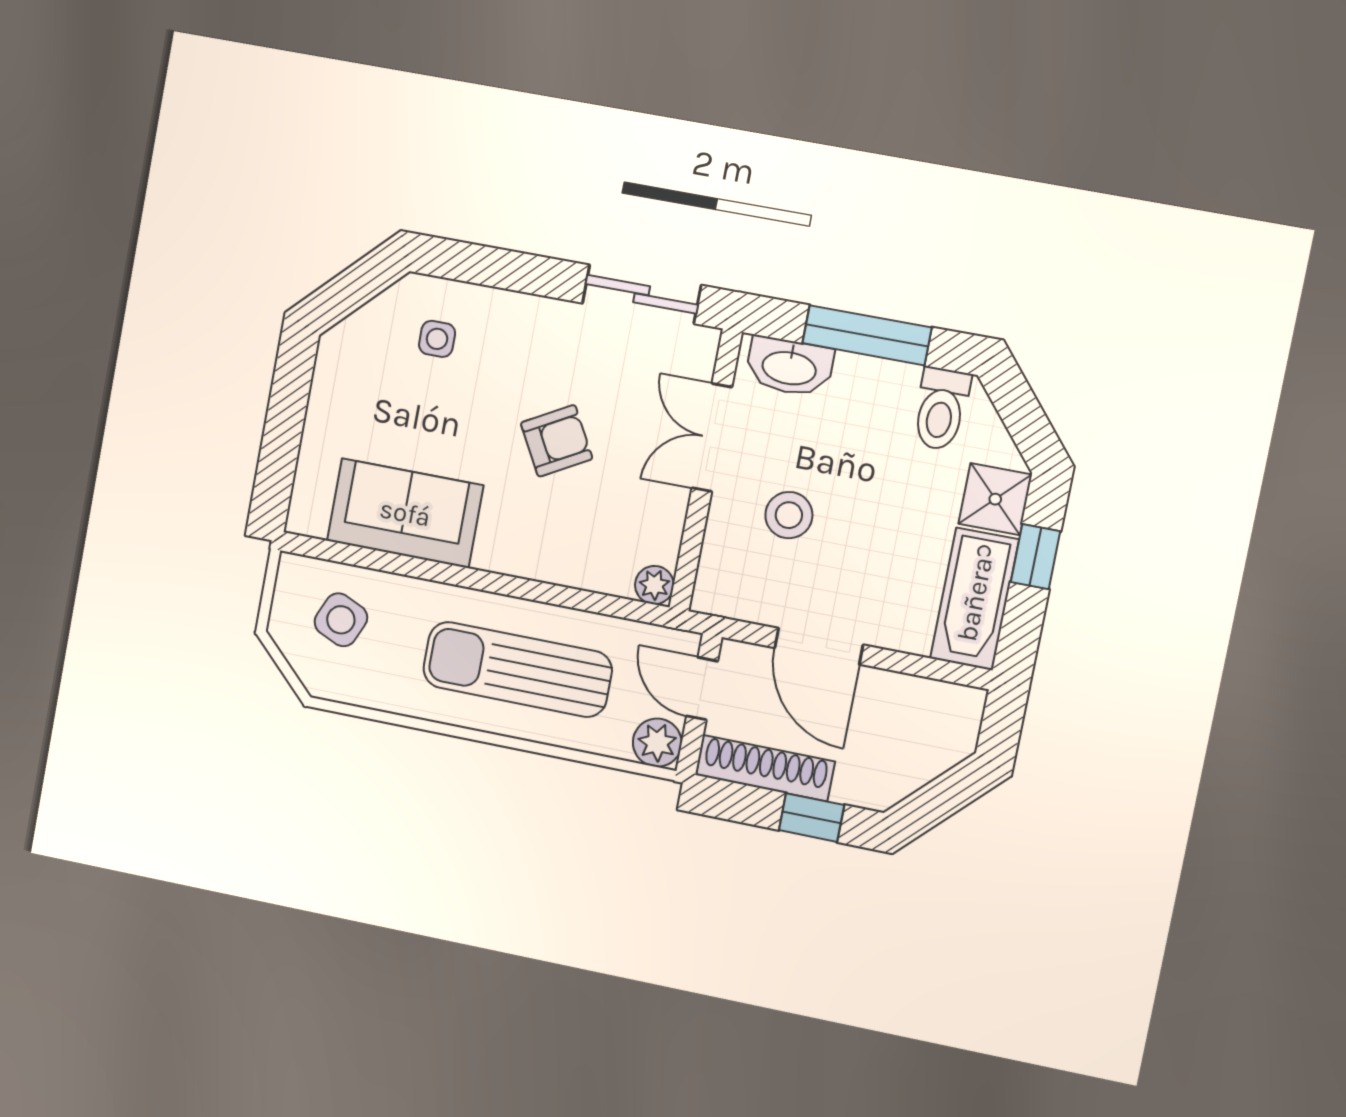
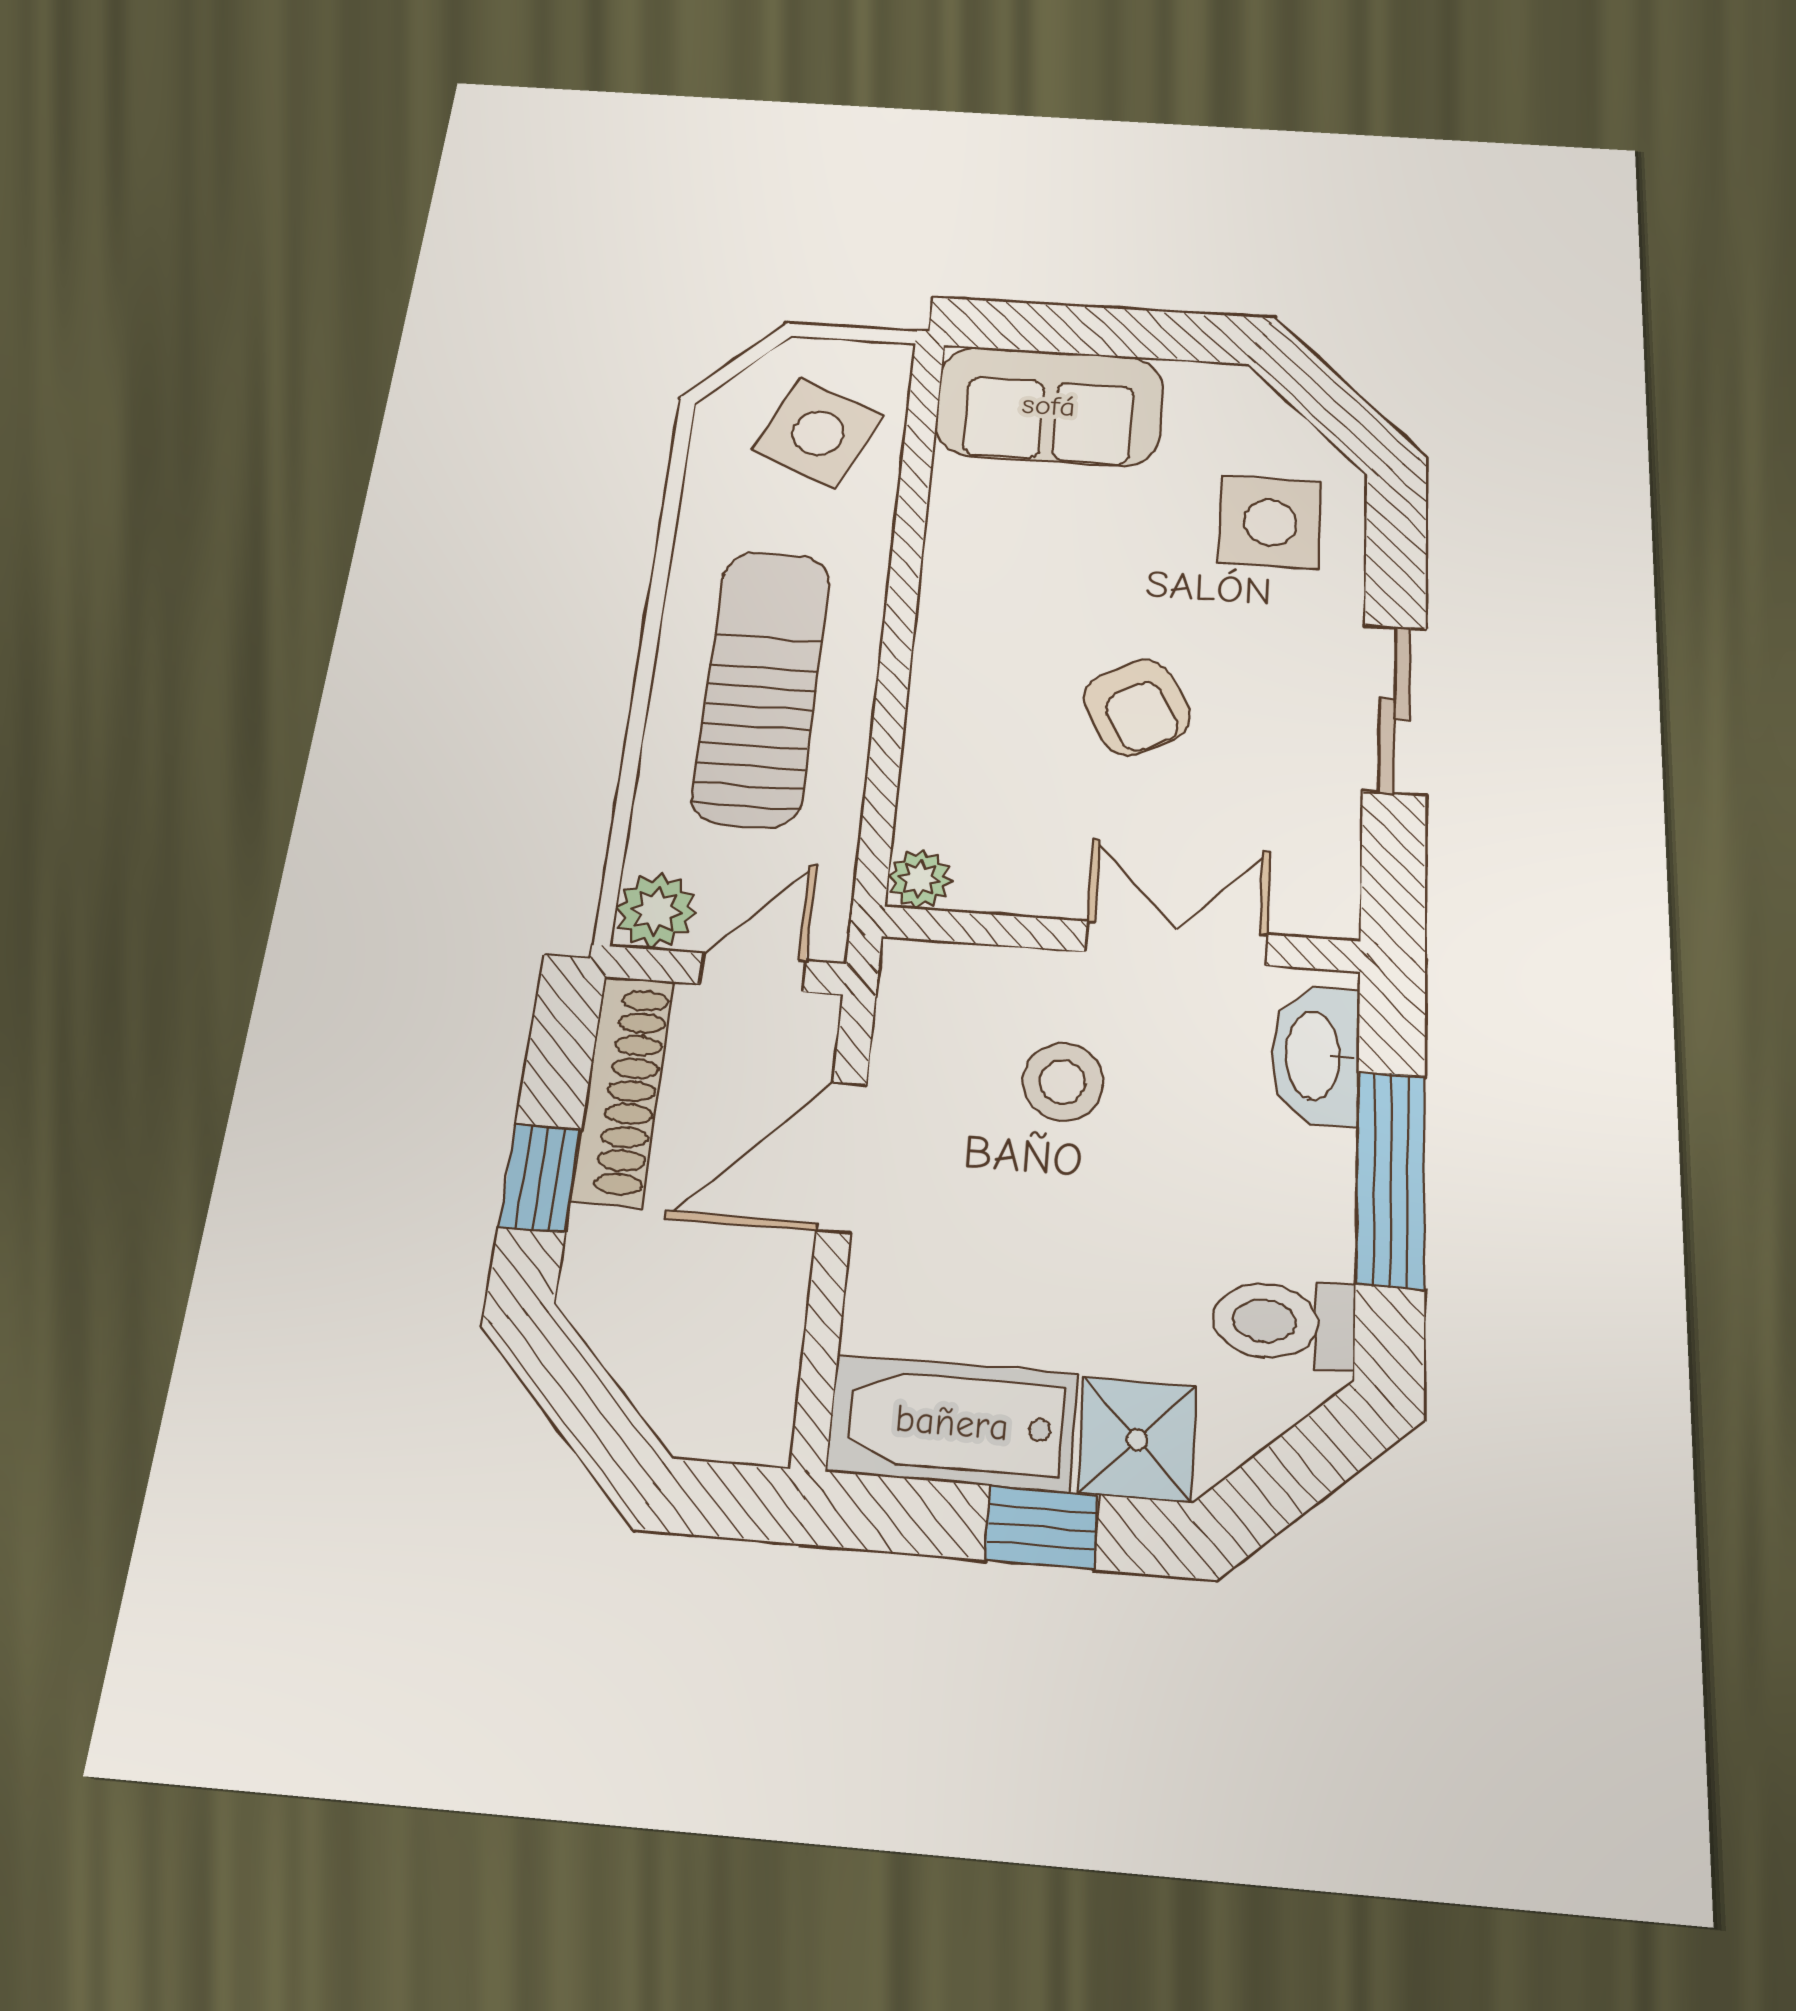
sliding door: (642, 294) -> (1395, 709), moved
side table: (437, 339) -> (1270, 522), width x1.87, depth x1.87
sofa: (405, 513) -> (1049, 406), moved, turned 90
side table: (341, 620) -> (818, 433), width x1.37, depth x1.37

